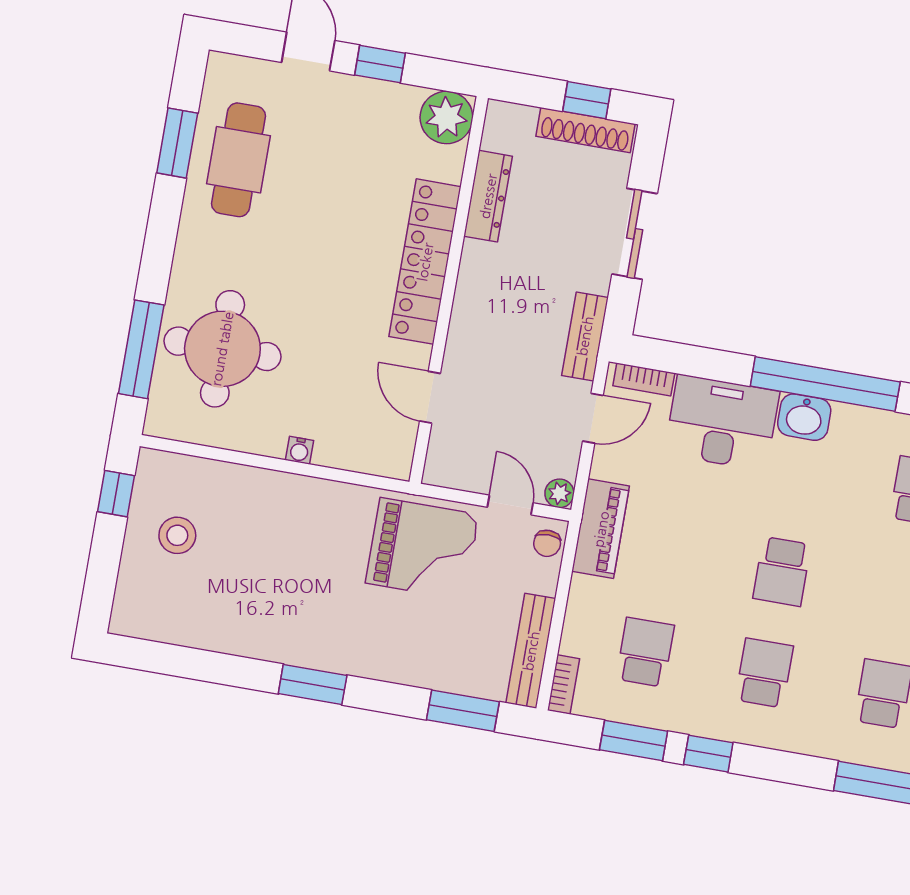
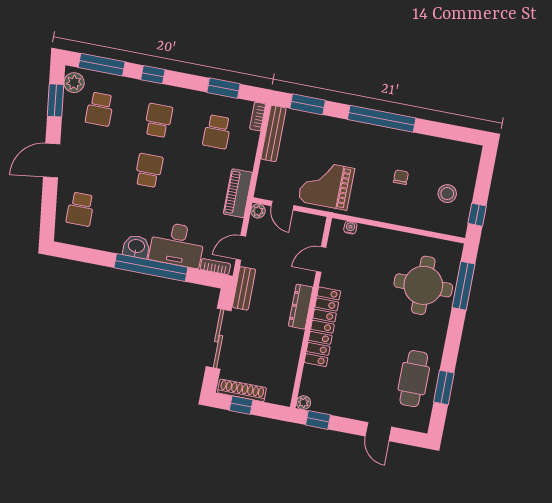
window: (380, 64) -> (318, 420), moved
plant: (446, 117) -> (303, 403), width x0.53, depth x0.53
dresser: (488, 196) -> (301, 307), moved
sliding door: (635, 234) -> (219, 339), width x1.37
window: (825, 384) -> (151, 268), moved
door: (430, 397) -> (321, 260), swing flipped
water cooler: (299, 450) -> (350, 228), moved
chair: (547, 543) -> (401, 177), moved
school desk: (764, 673) -> (158, 120), turned 180
window: (313, 684) -> (382, 119), width x2.11
window: (708, 754) -> (153, 75), moved

